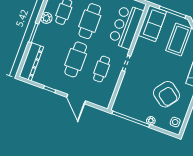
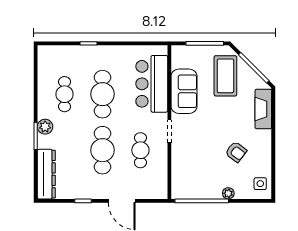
plant: (46, 18) -> (45, 127), moved
sofa: (152, 23) -> (184, 91), moved
armchair: (167, 94) -> (236, 152), width x0.53, depth x0.53

